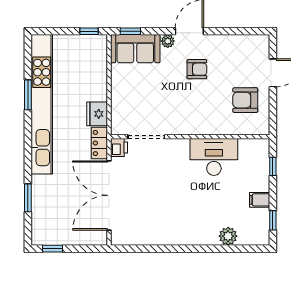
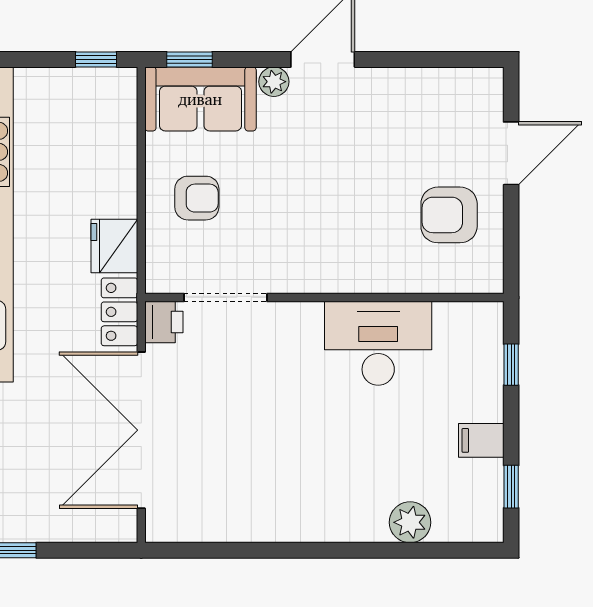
armchair: (197, 69) -> (197, 198), moved

